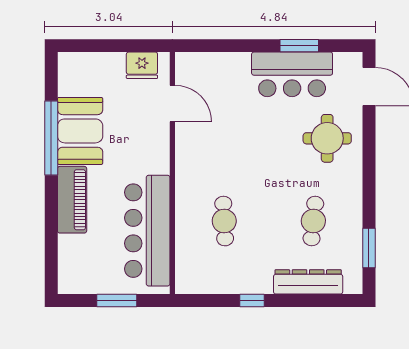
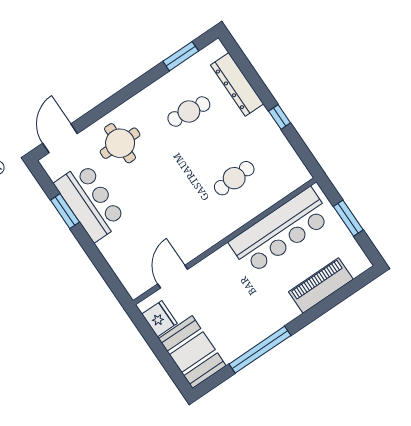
booth: (80, 131) -> (192, 352), moved, turned 90
piano: (72, 200) -> (321, 286), moved

